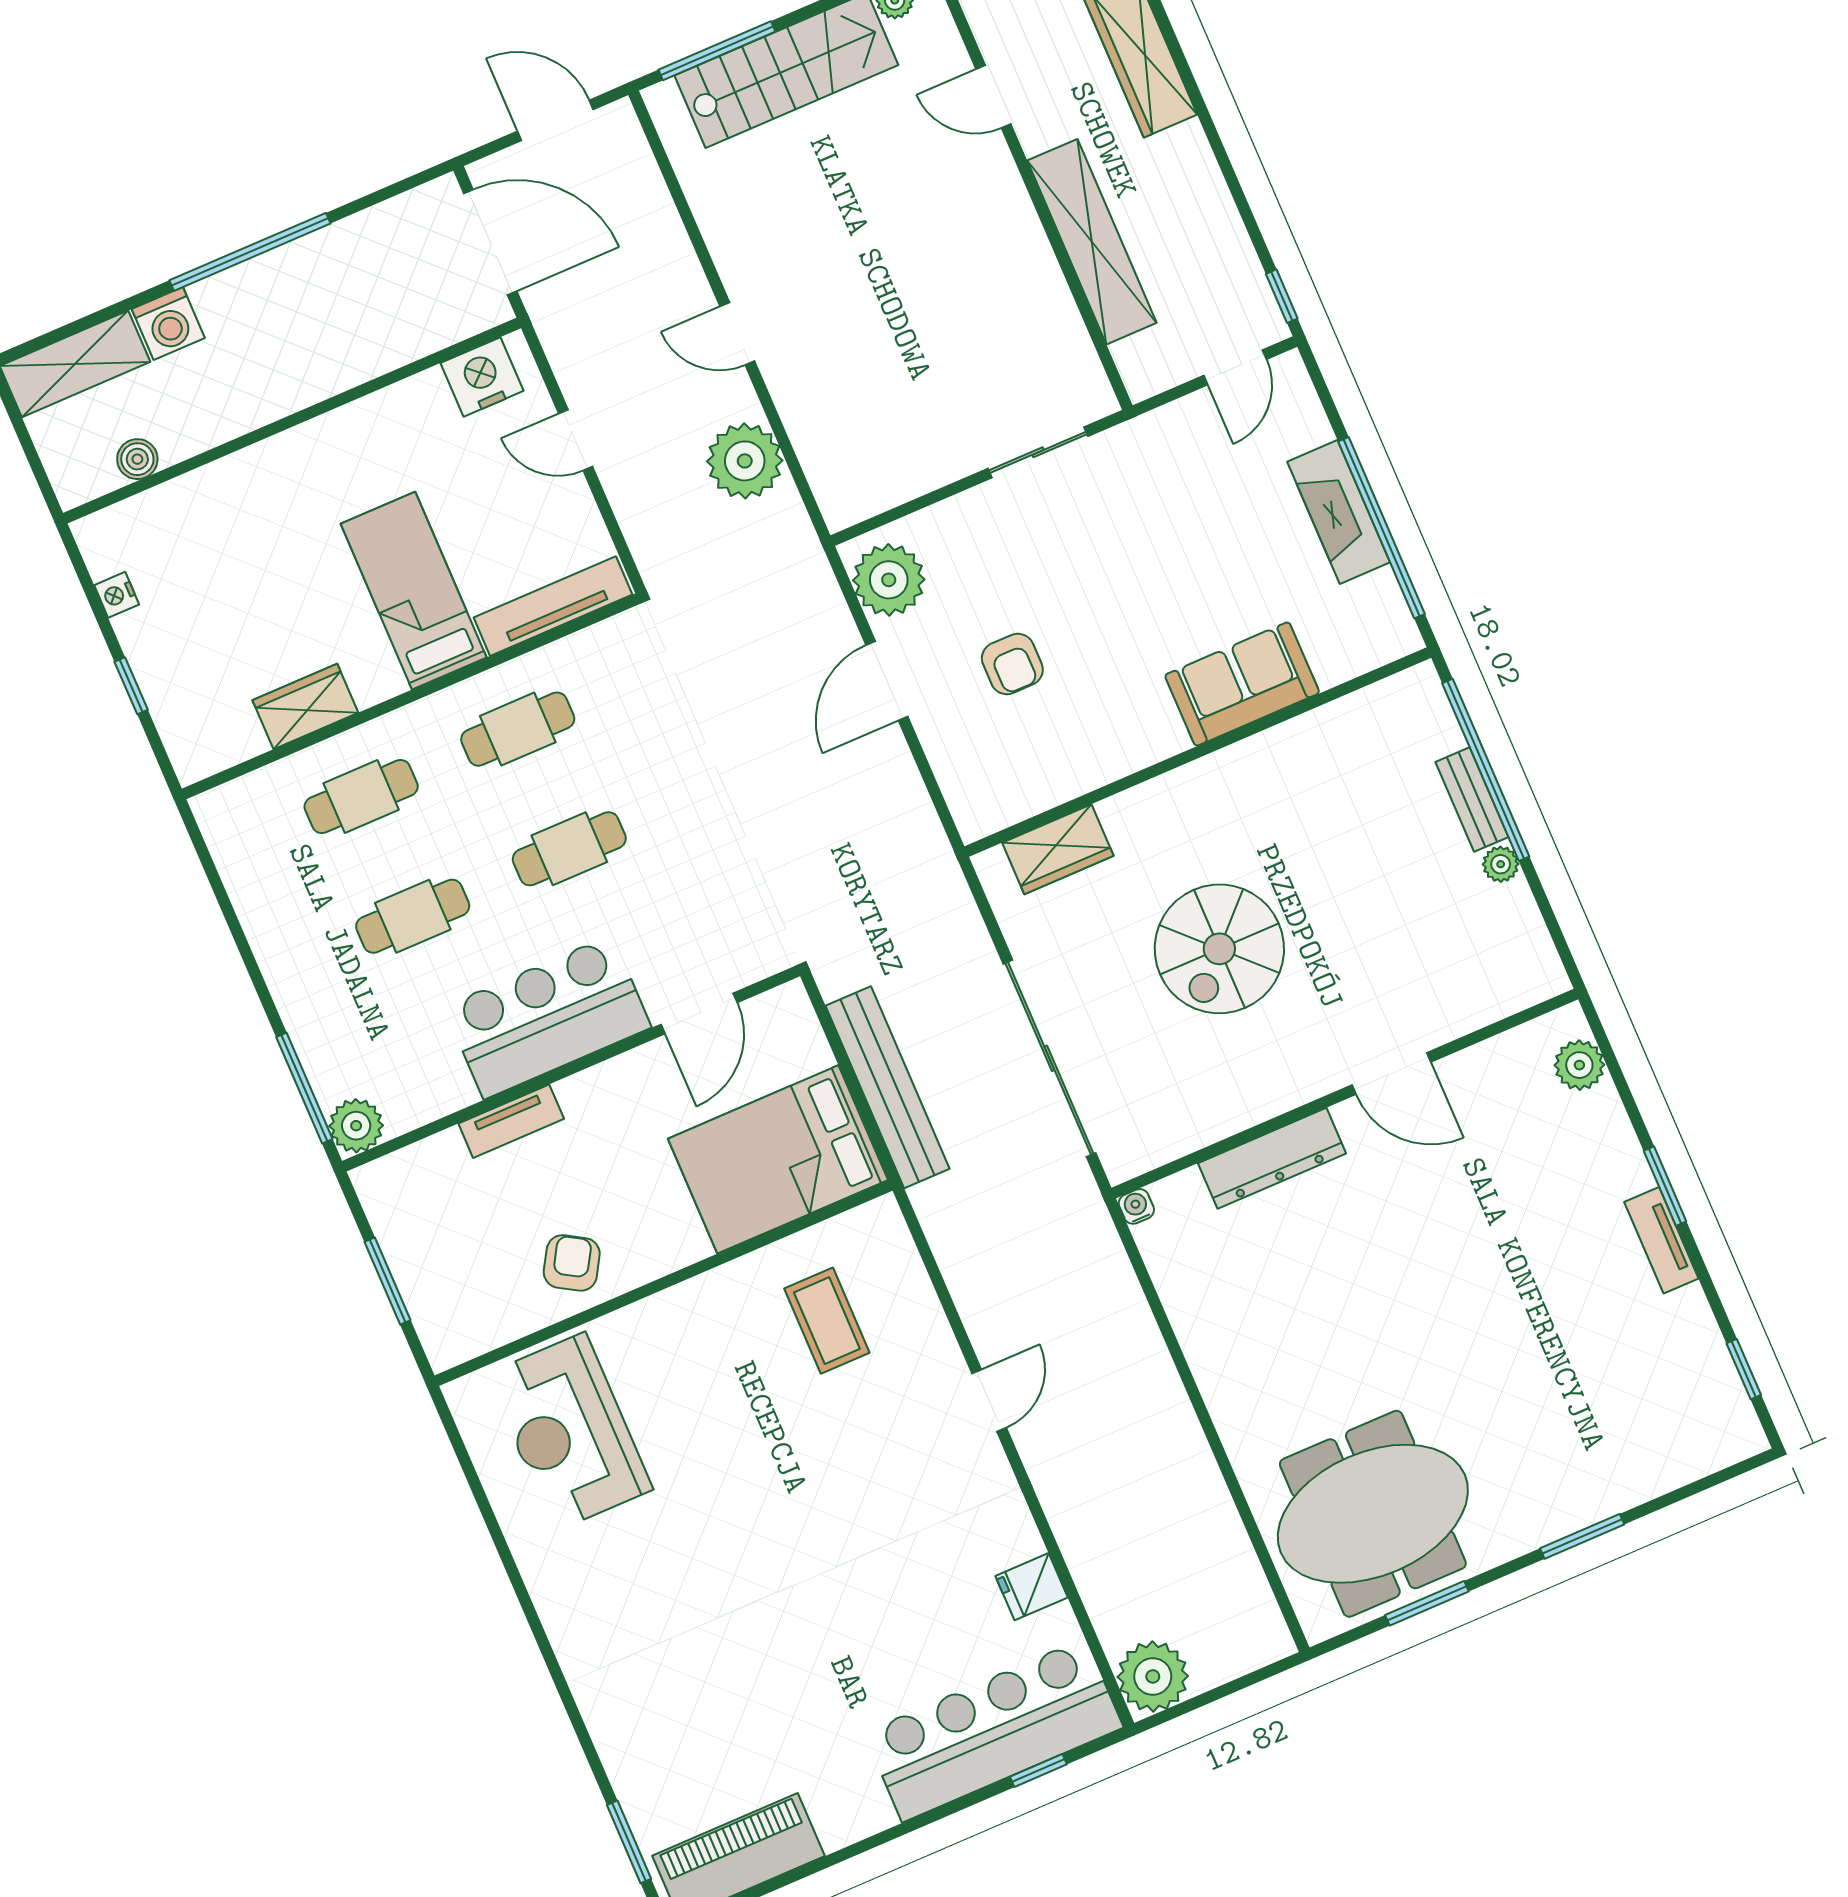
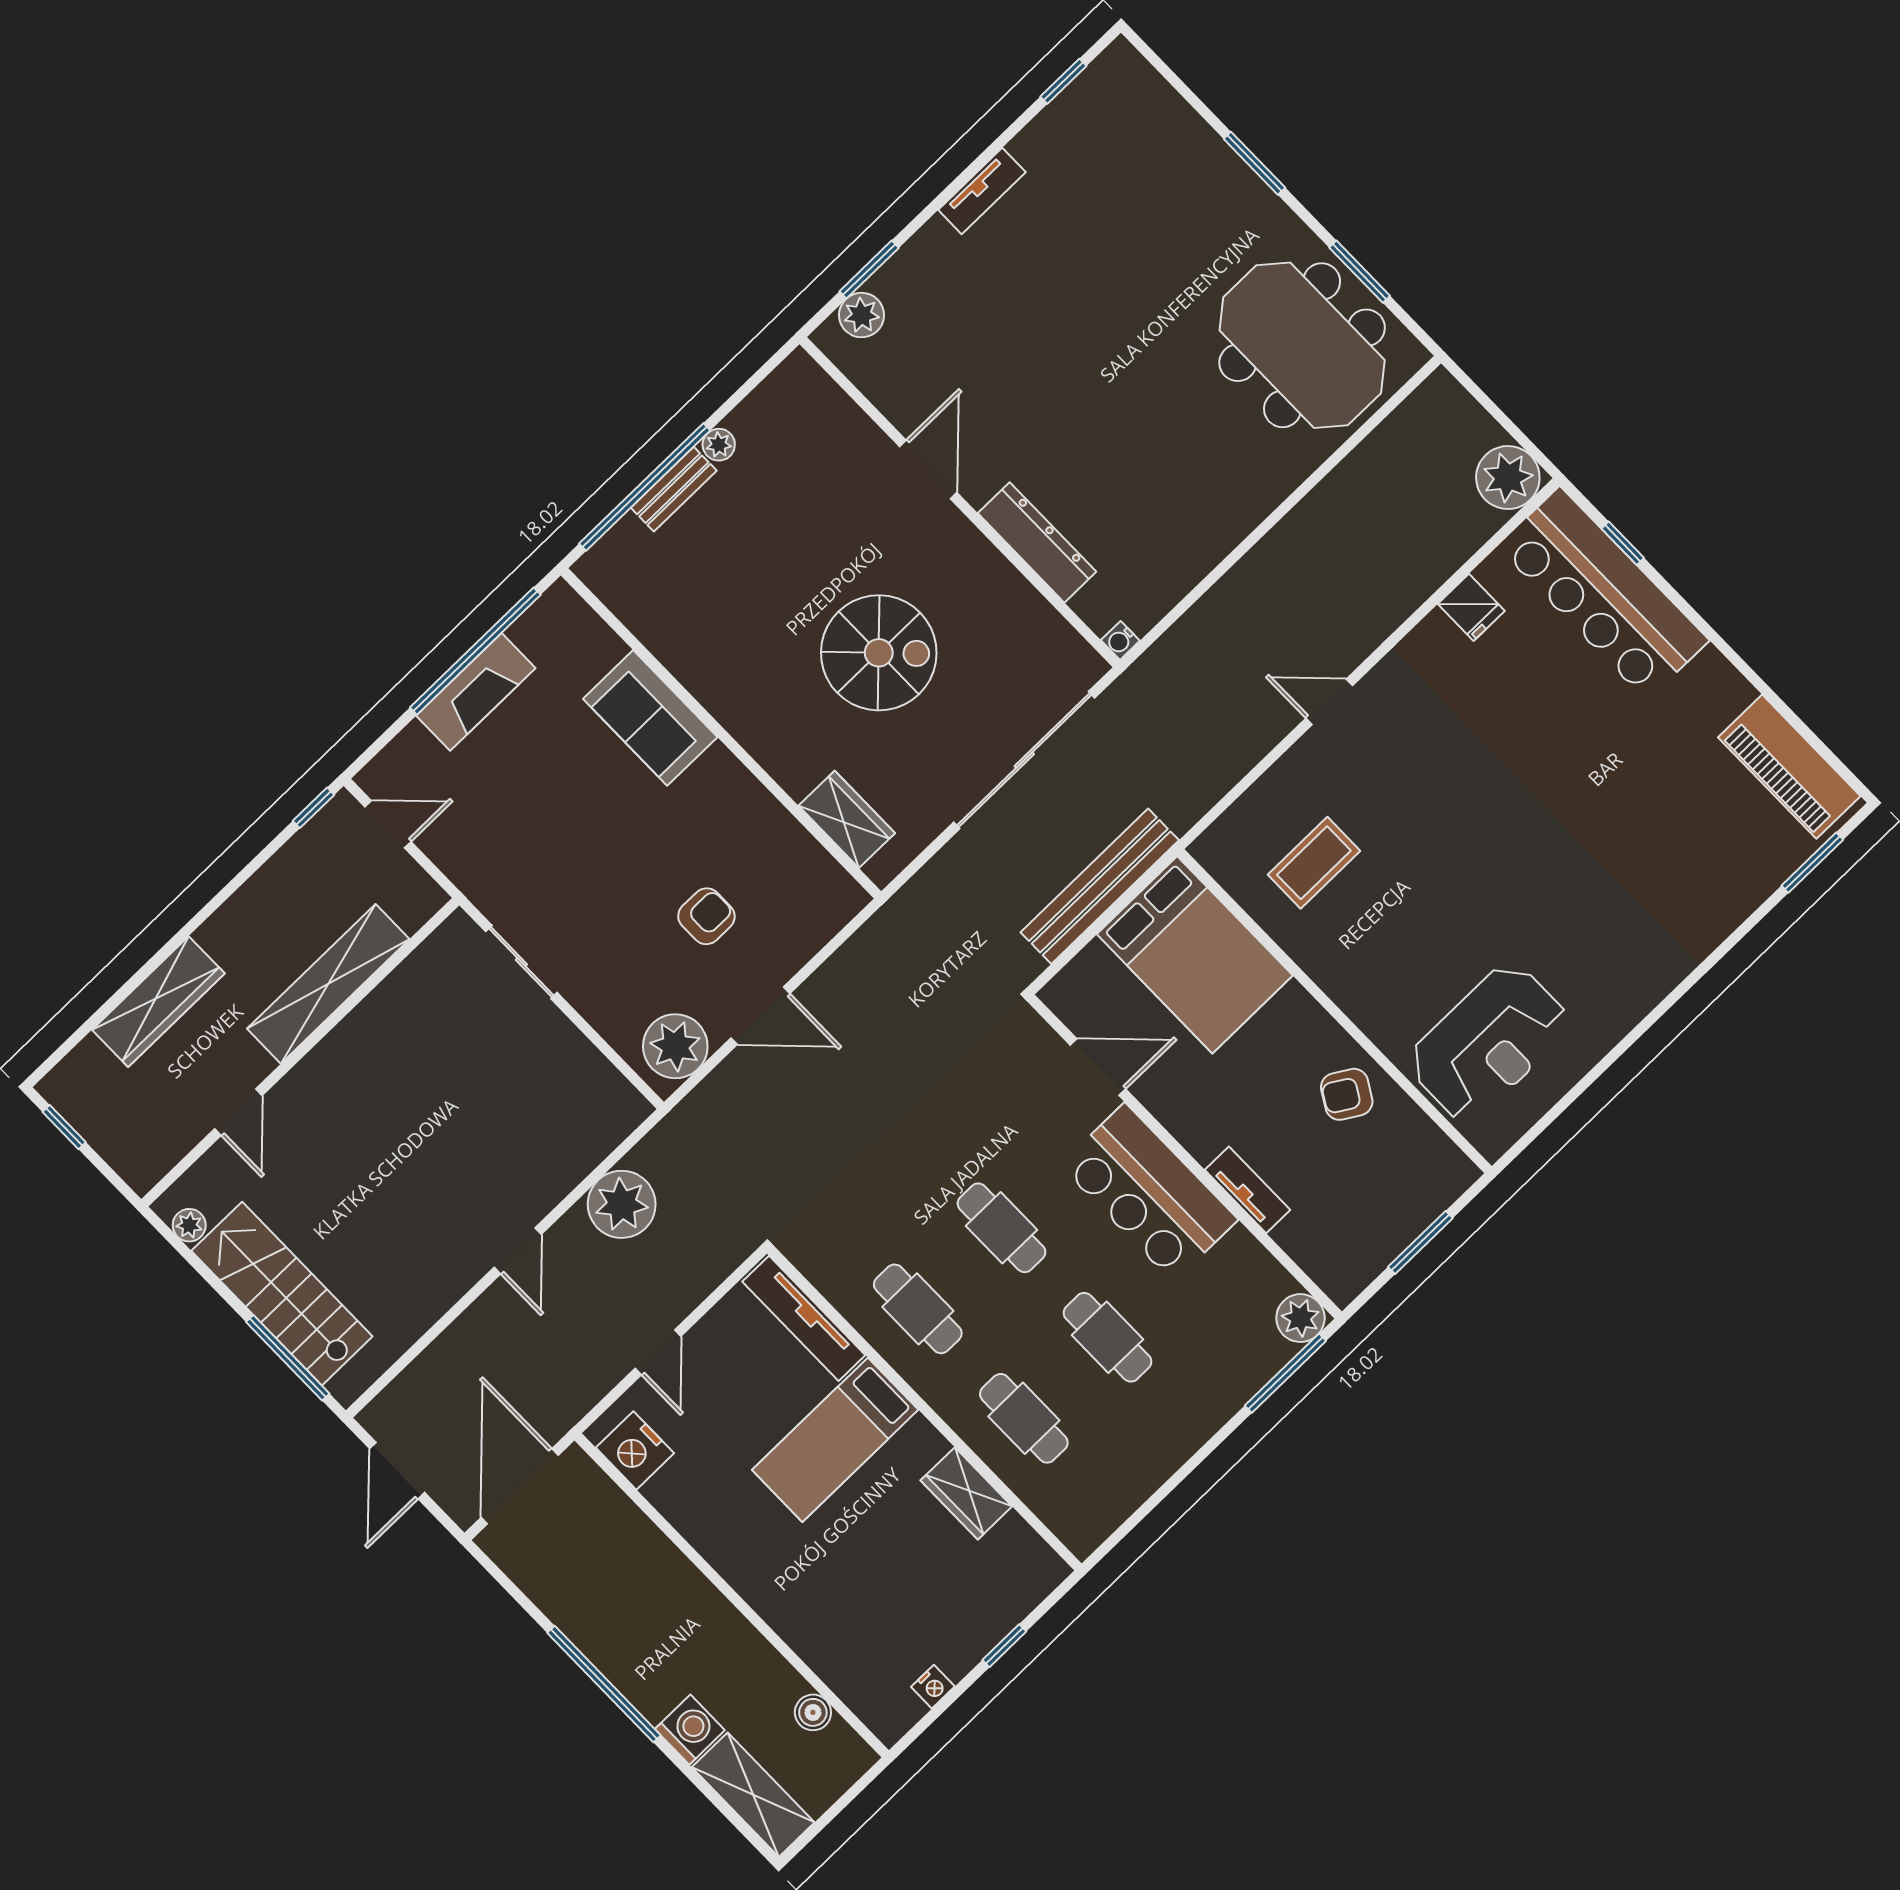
window: (1665, 1186) -> (869, 270), moved

